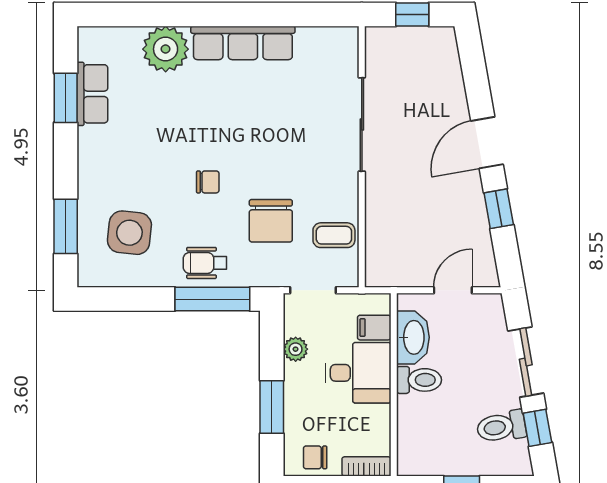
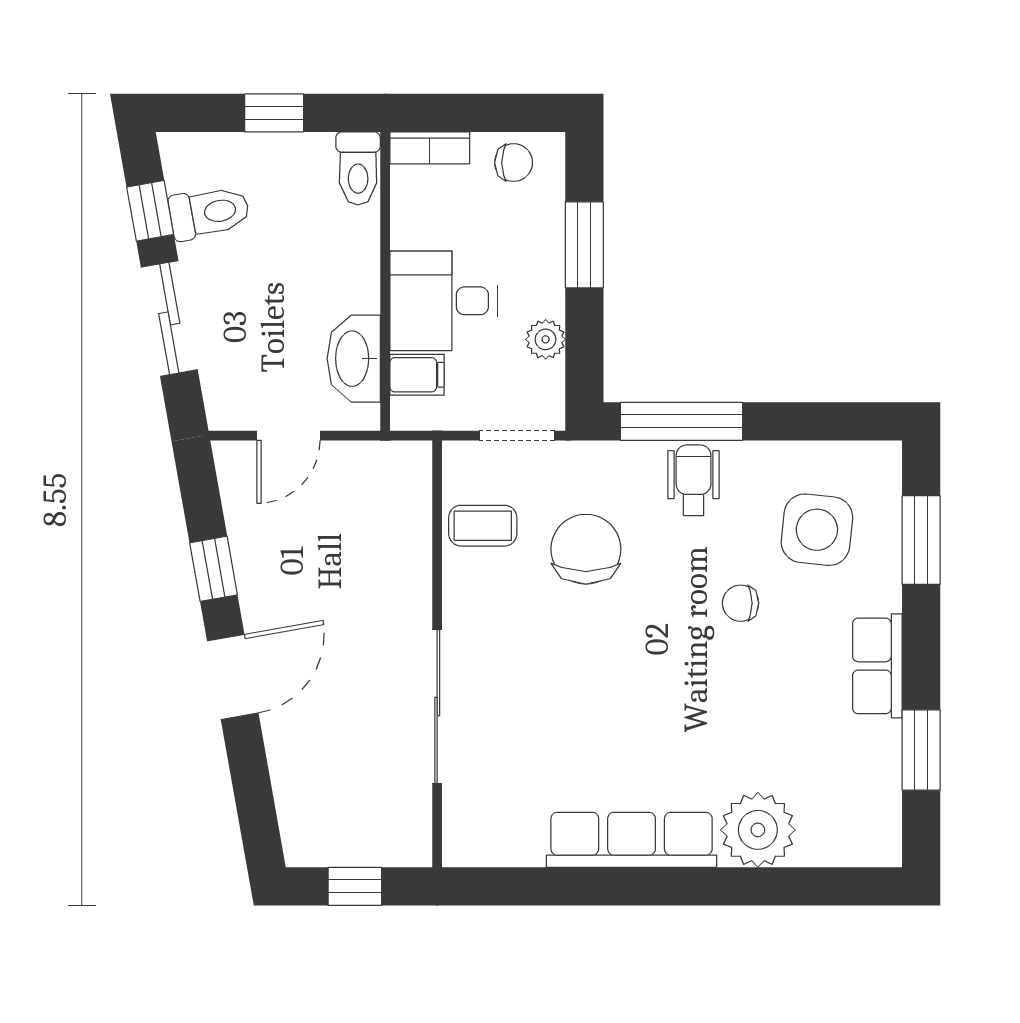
row of seats: (92, 94) -> (877, 666), moved
chair: (208, 182) -> (741, 603), moved
wheelchair: (205, 263) -> (694, 480), turned -90
toilet: (419, 380) -> (358, 168), moved, turned -90

